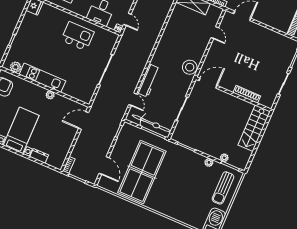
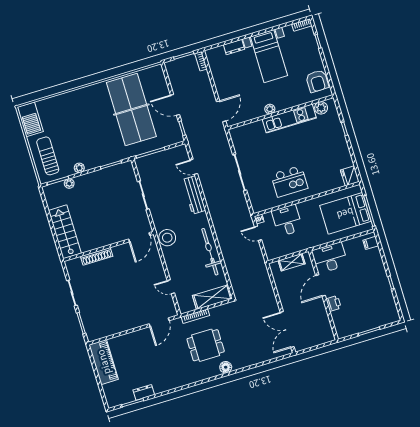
bicycle: (152, 123) -> (210, 252), moved, turned 90
door: (104, 166) -> (175, 105), moved

